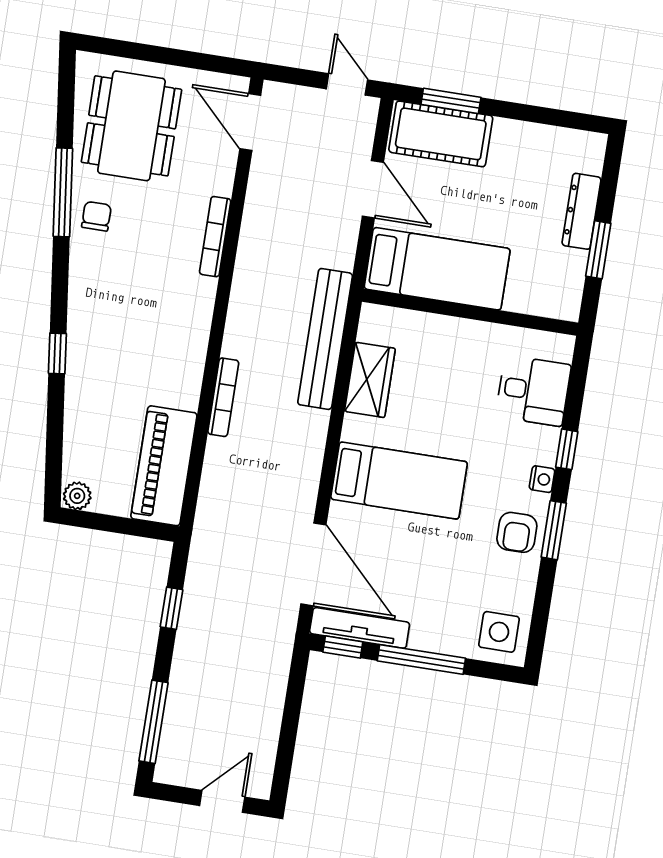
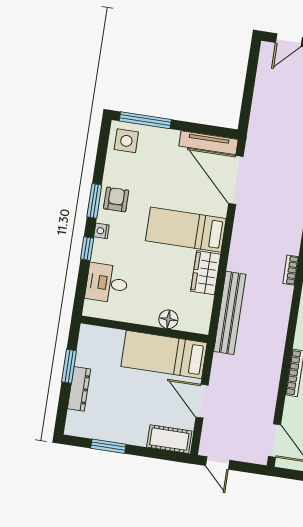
window: (451, 101) -> (108, 446), moved
cot: (441, 134) -> (169, 439), width x0.73, depth x0.75
floor lamp: (429, 329) -> (168, 319), added
wardrobe: (370, 380) -> (206, 273), moved
bookcase: (223, 397) -> (291, 270), width x0.64
window: (343, 647) -> (218, 131), removed
window: (421, 660) -> (145, 120), moved

